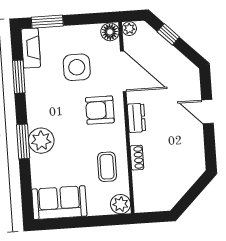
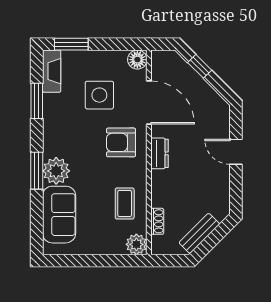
plant: (129, 29) -> (158, 57), removed
shoe rack: (137, 158) -> (157, 221), moved
bench: (178, 190) -> (199, 233), added
sofa: (59, 203) -> (59, 215), moved, turned 90

